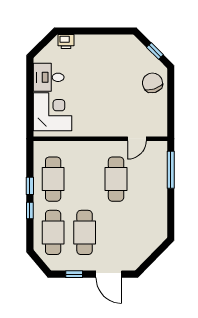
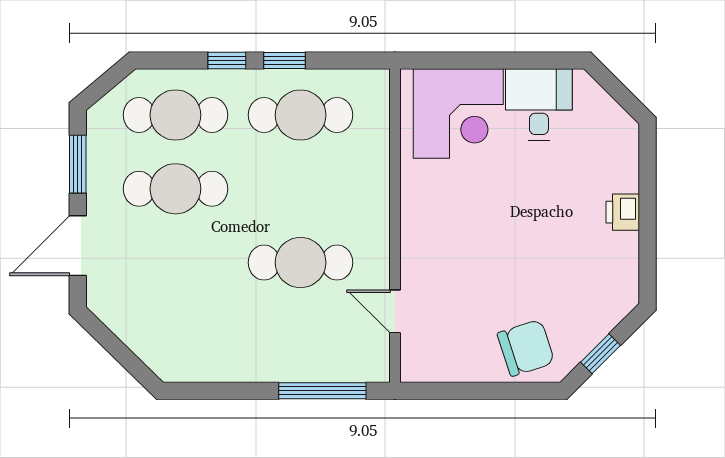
printer: (66, 42) -> (623, 212), moved
window: (74, 274) -> (78, 164), width x1.50

